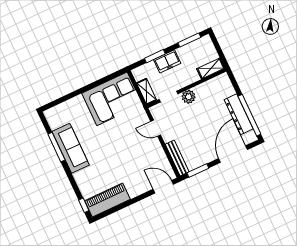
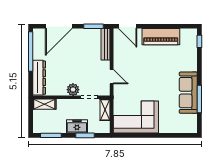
dresser: (239, 114) -> (39, 78), moved
piano: (107, 200) -> (161, 37), moved

